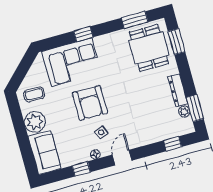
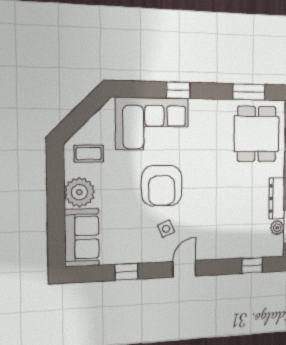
floor lamp: (95, 154) -> (150, 256), removed

